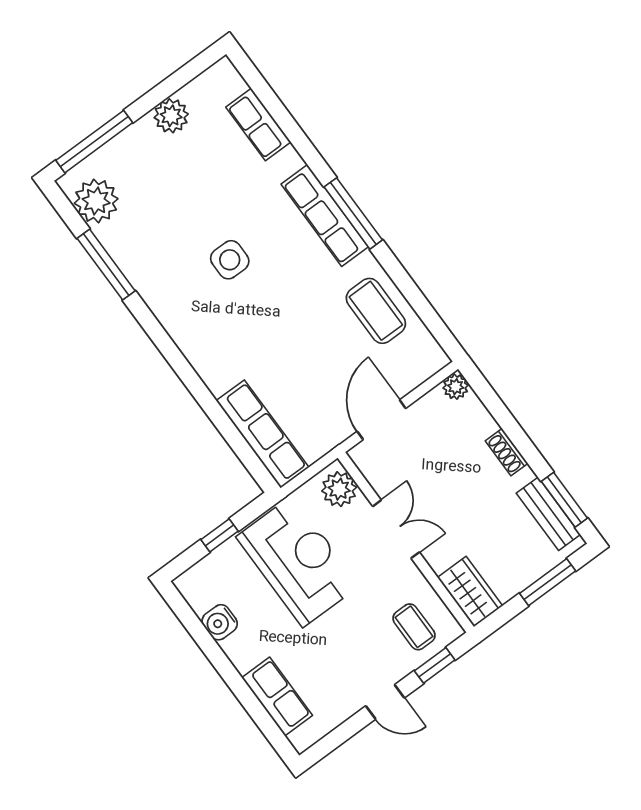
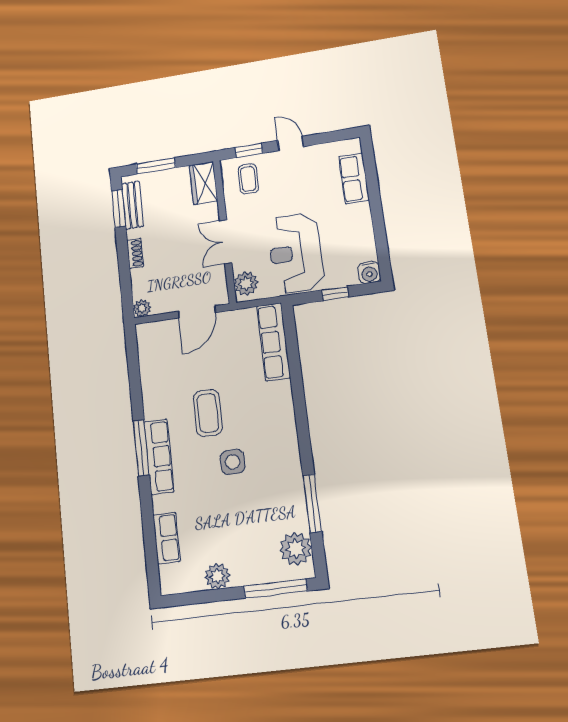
coffee table: (376, 311) -> (208, 413), moved
water cooler: (220, 622) -> (369, 273), moved, turned 90

